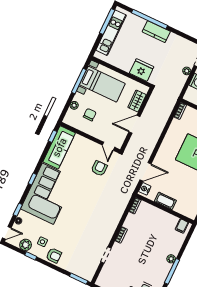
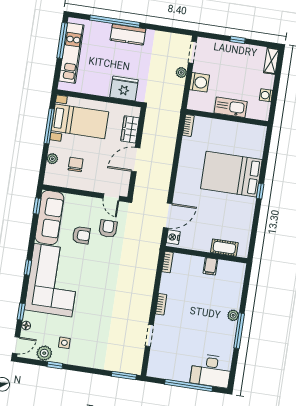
cot: (165, 201) -> (224, 248), moved
filing cabinet: (182, 226) -> (210, 266), moved
armchair: (54, 256) -> (81, 235), moved

